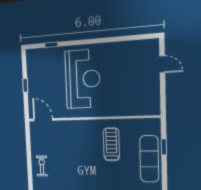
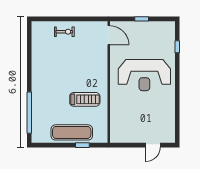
door: (43, 120) -> (109, 35), hinge flipped

